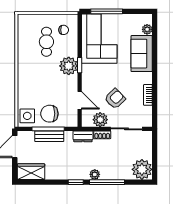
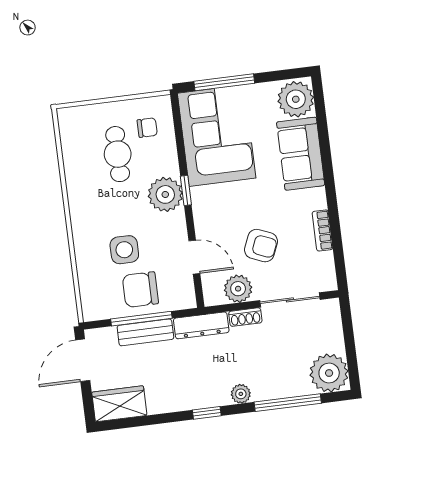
plant: (147, 29) -> (296, 99), width x1.87, depth x1.87
armchair: (115, 99) -> (261, 246), turned 66
side table: (27, 116) -> (124, 250), moved
dresser: (83, 136) -> (201, 325), width x1.44
window: (107, 182) -> (288, 403), moved

